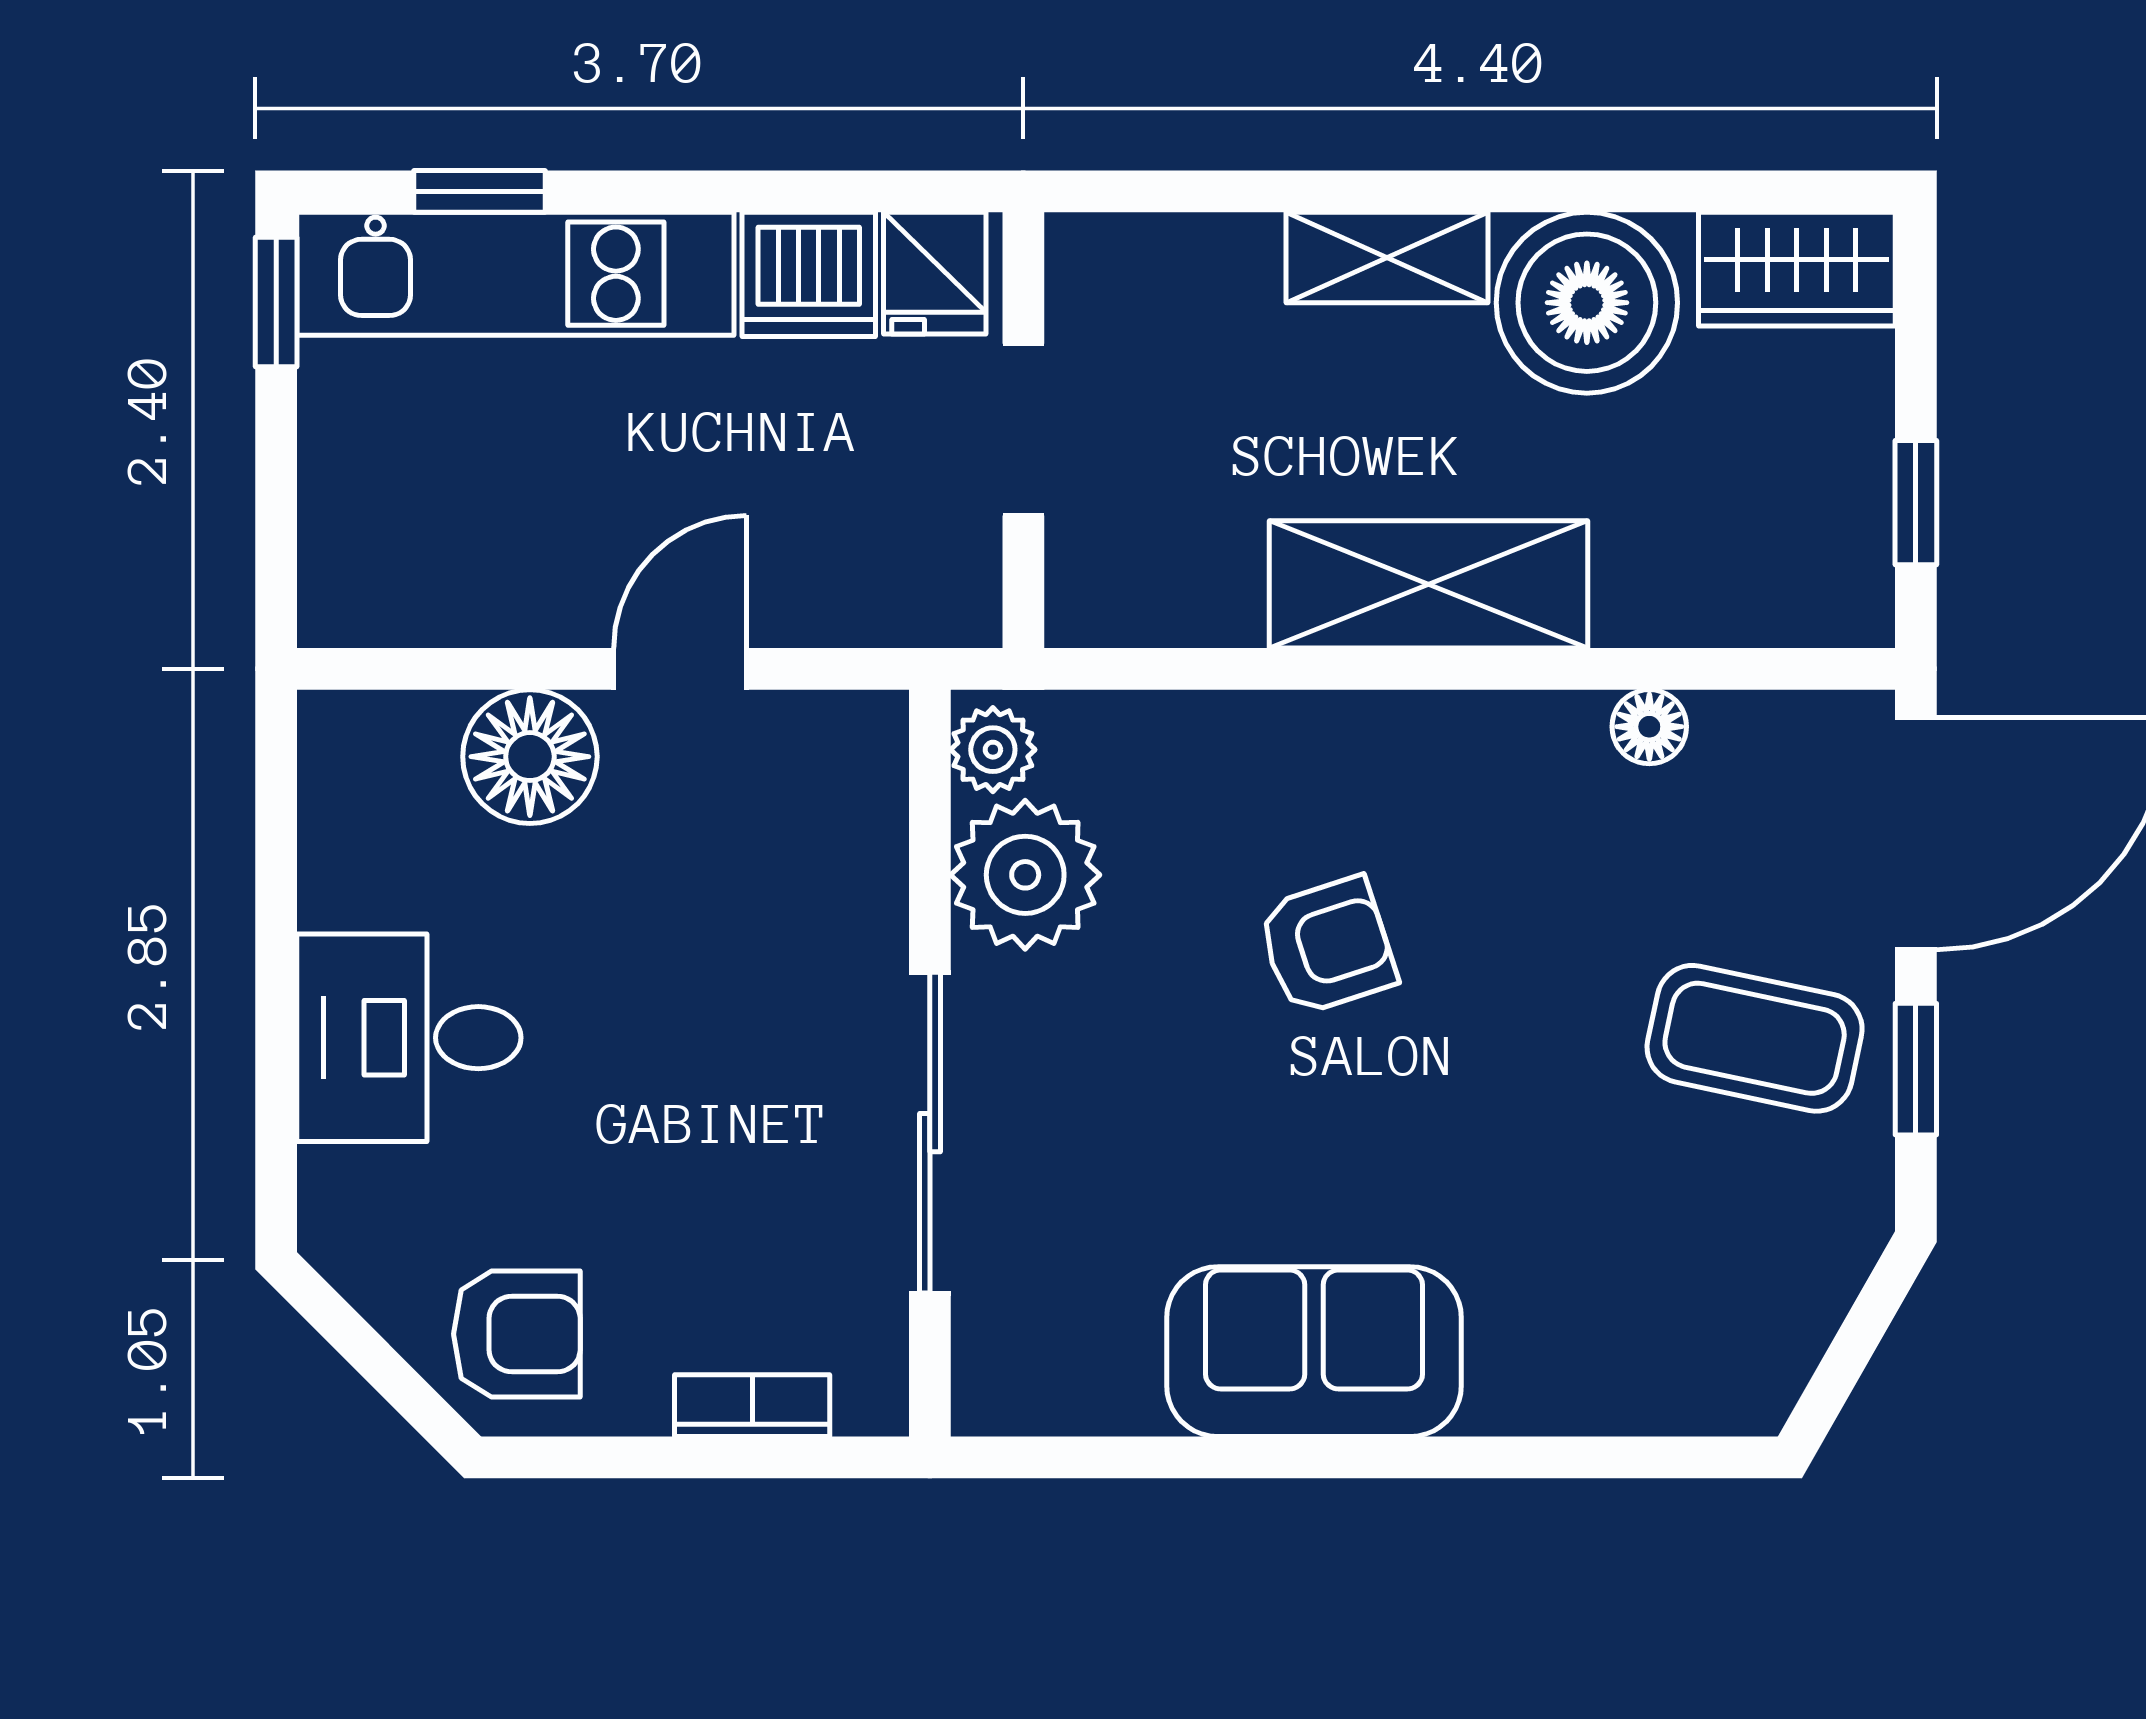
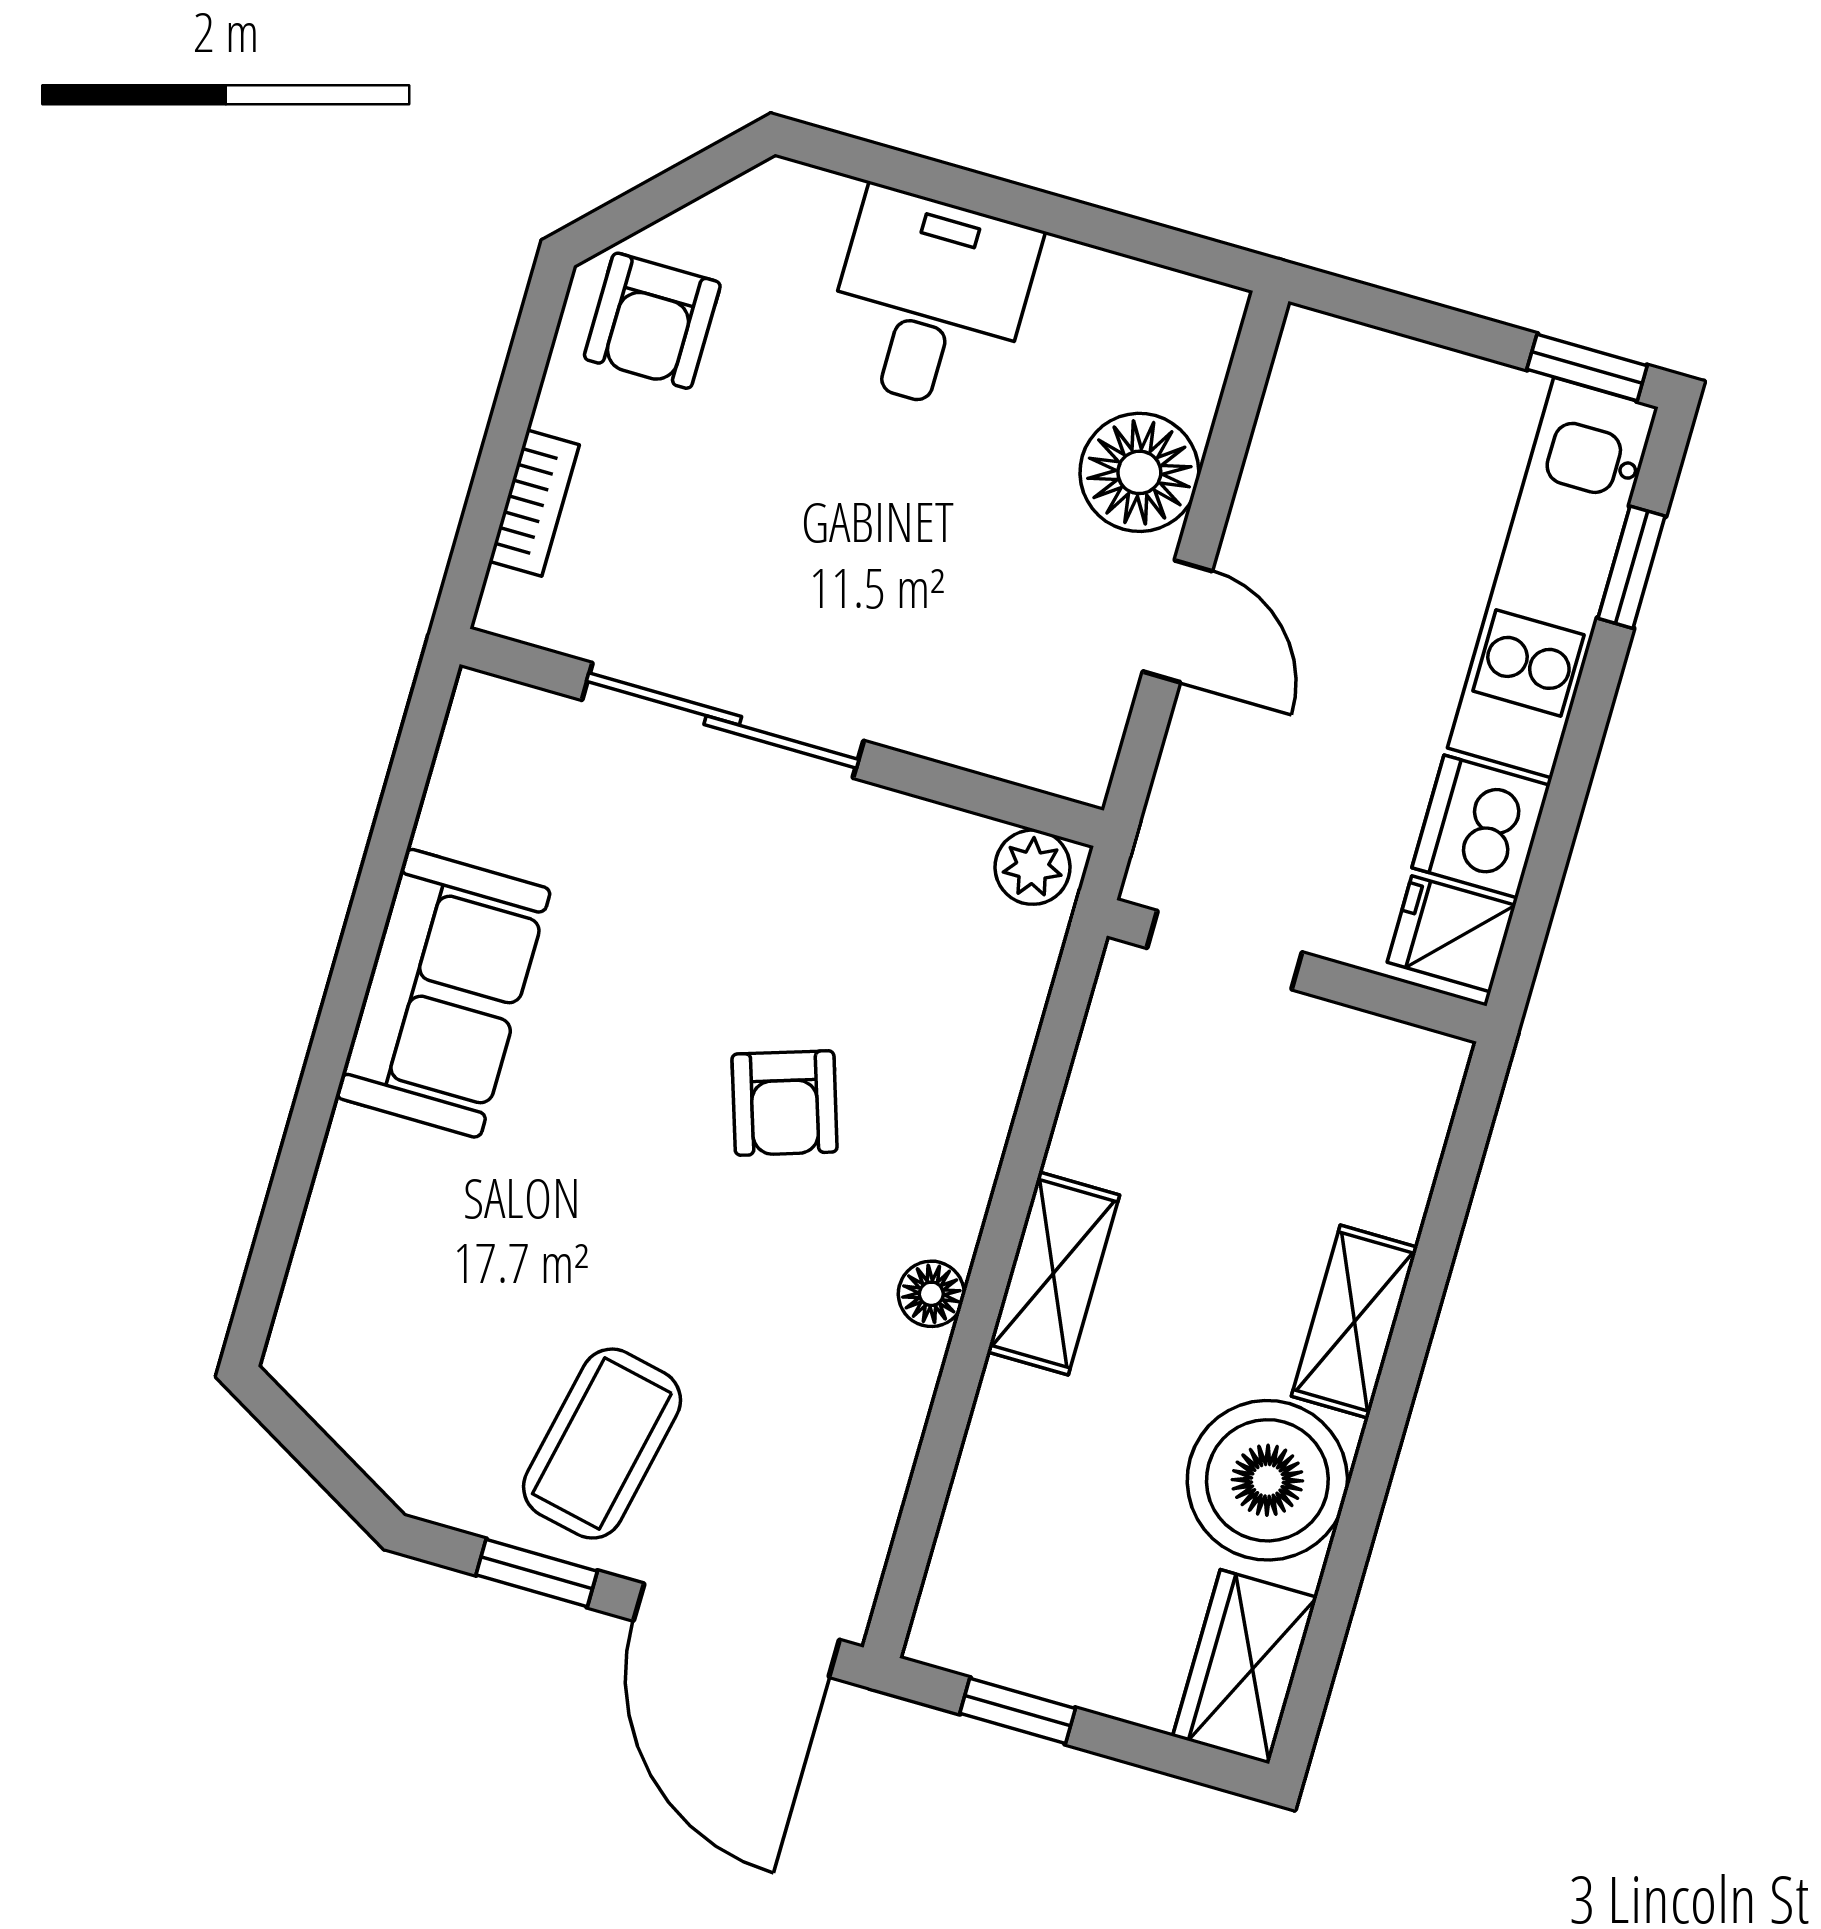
doorway: (1023, 430) -> (1224, 950), moved
shelving: (1428, 584) -> (1053, 1273), width x0.67, depth x0.75
floor lamp: (1649, 727) -> (931, 1294), moved
plant: (1025, 875) -> (918, 864), removed

